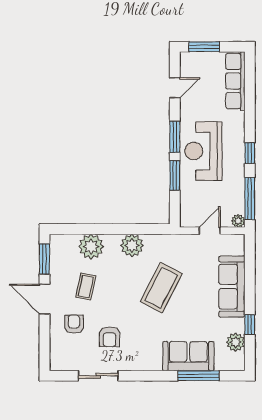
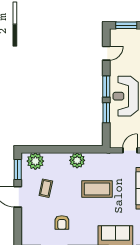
plant: (91, 247) -> (35, 161), moved
coffee table: (161, 288) -> (97, 189), turned 63
armchair: (74, 324) -> (38, 214), removed

